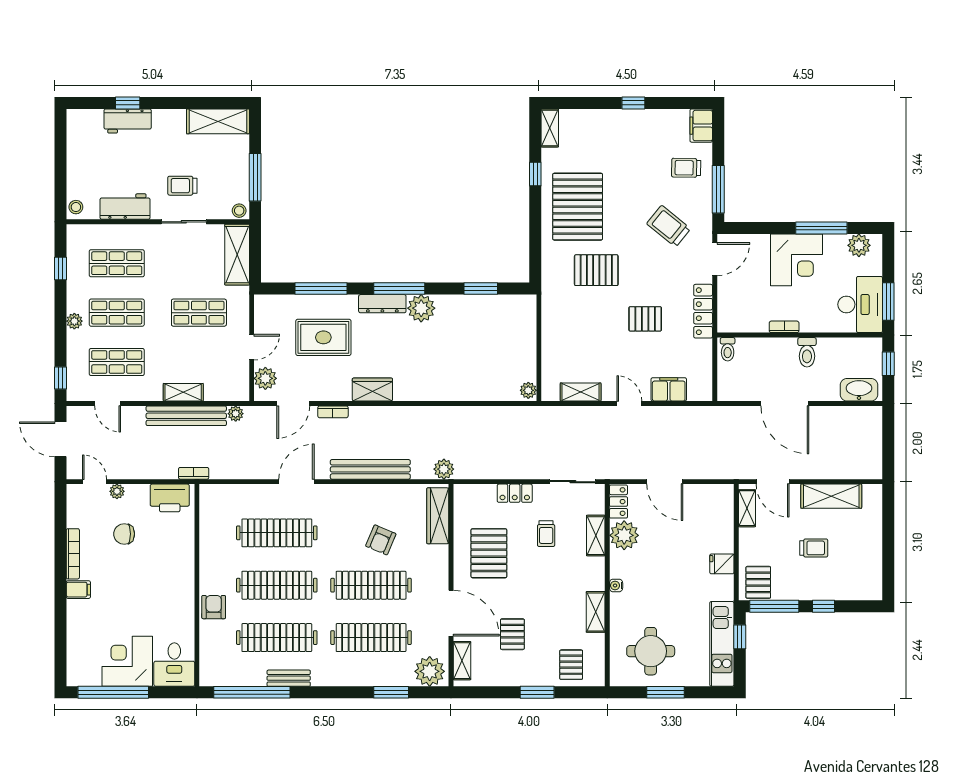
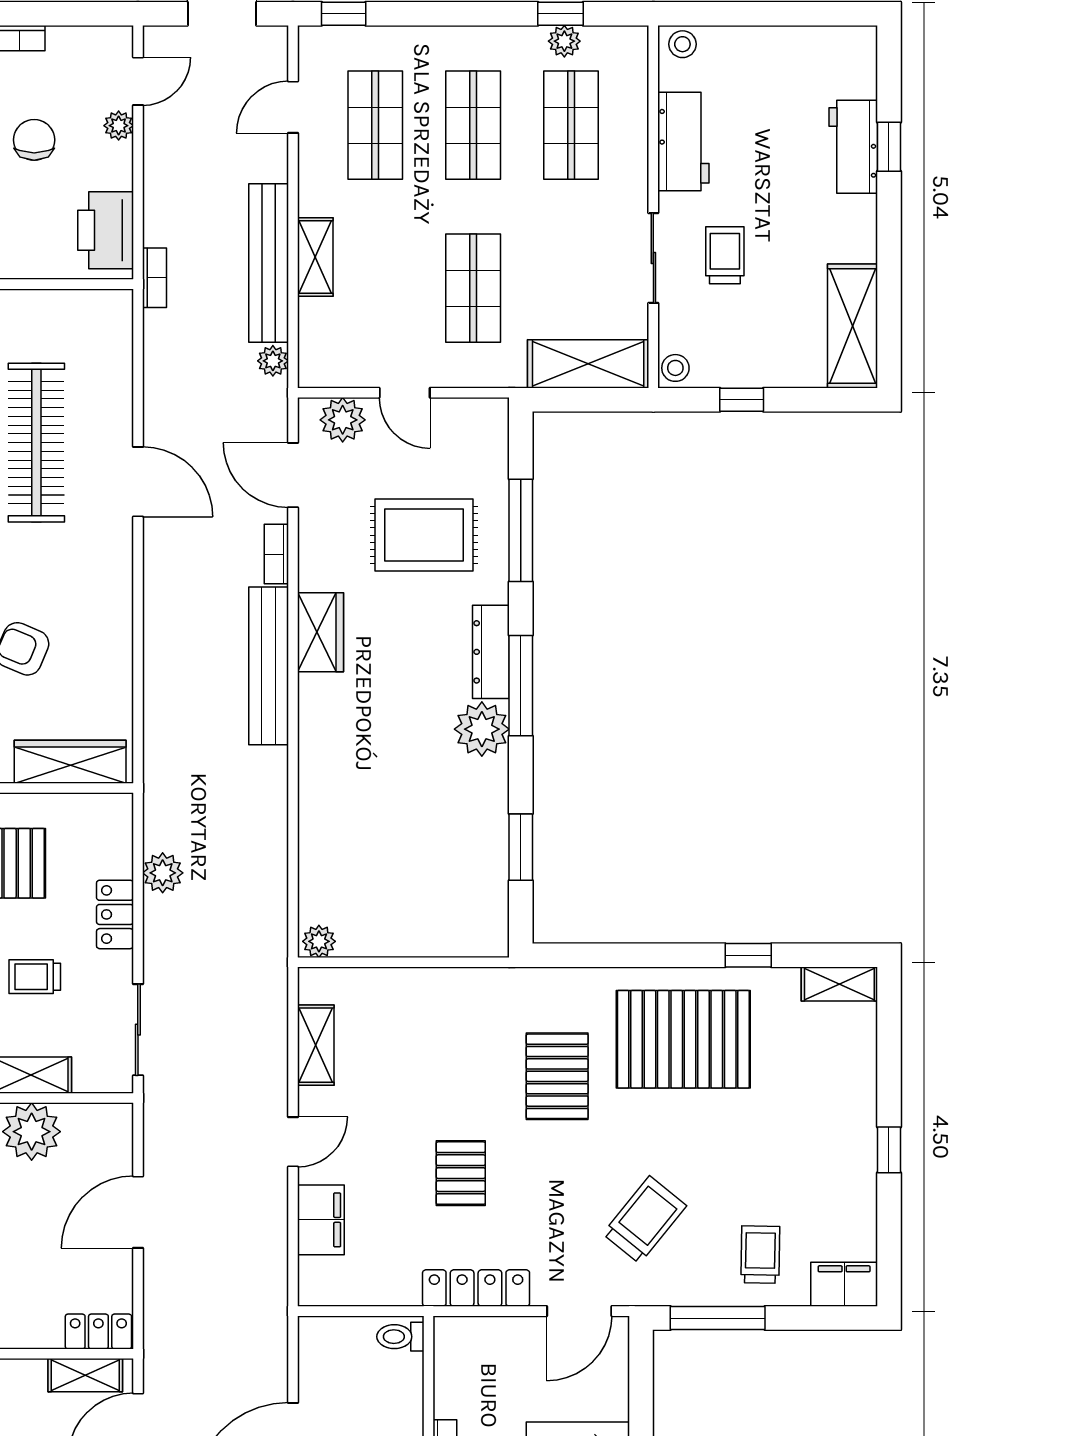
window: (255, 177) -> (742, 400), width x0.46
door: (715, 259) -> (579, 1311), hinge flipped
plant: (74, 321) -> (564, 41), moved
rug: (323, 337) -> (424, 535), turned 90
bench: (370, 469) -> (269, 666), moved
plant: (444, 469) -> (163, 873), moved
locker: (618, 502) -> (98, 1331), moved, turned 180

